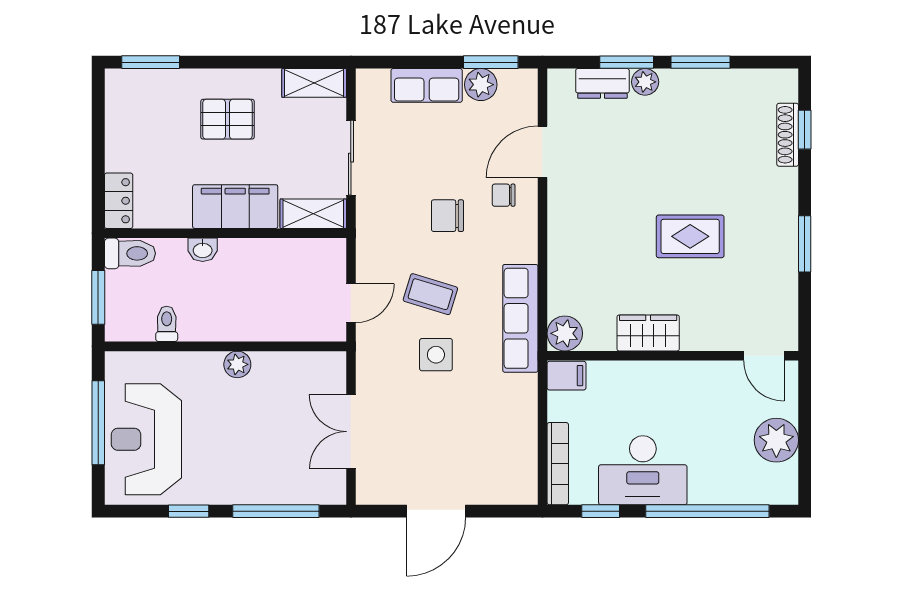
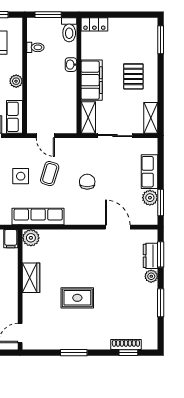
window: (627, 62) -> (161, 254), moved
chair: (504, 195) -> (97, 209), removed
rug: (690, 236) -> (77, 298), turned 90
row of seats: (312, 367) -> (15, 117), added

